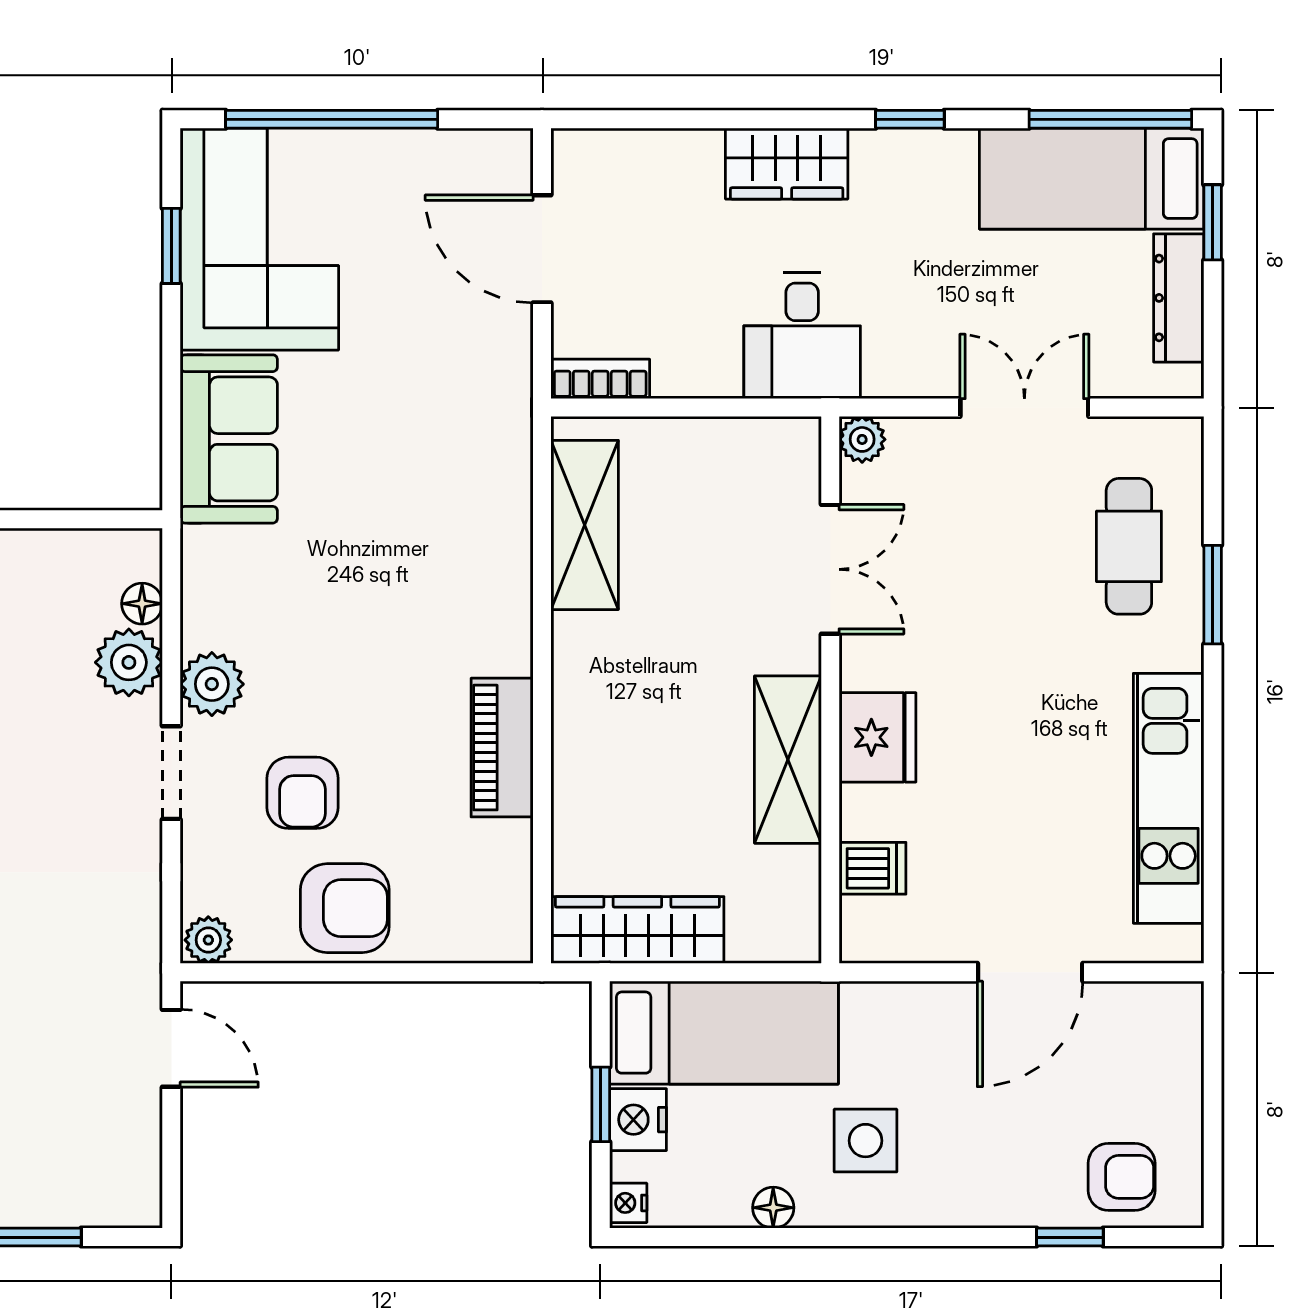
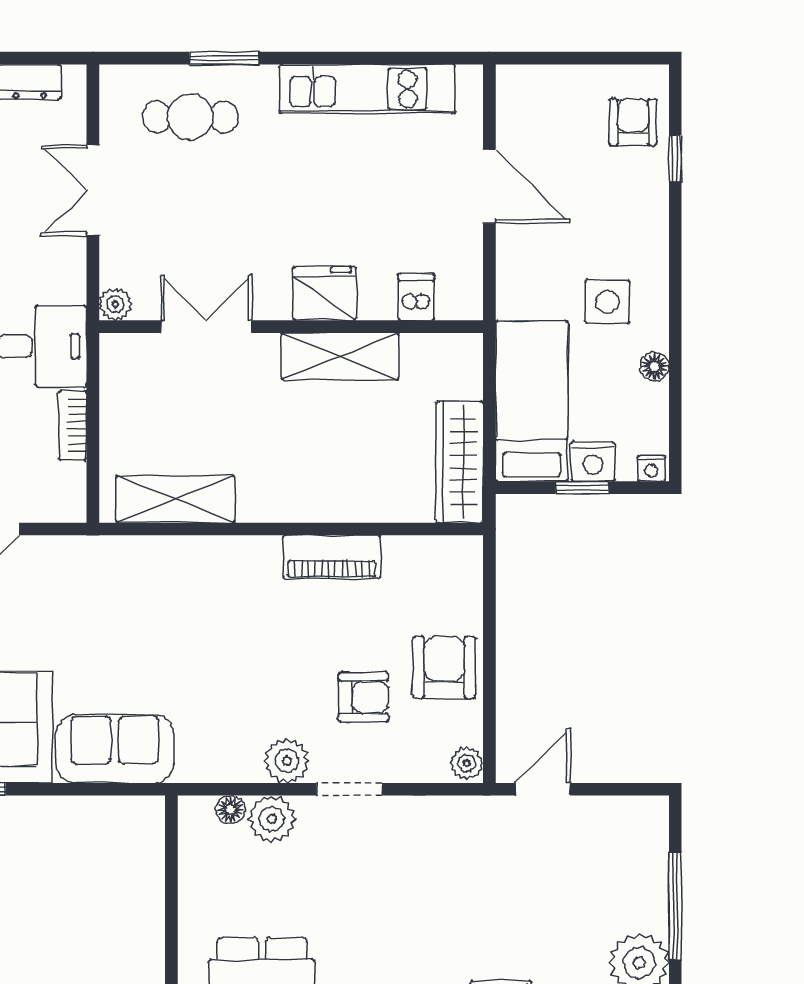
bookcase: (600, 379) -> (73, 425), moved

